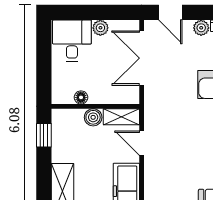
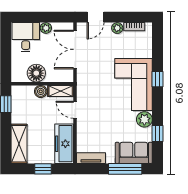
door: (170, 12) -> (95, 17), hinge flipped
floor lamp: (81, 97) -> (36, 73), width x1.89, depth x1.89

